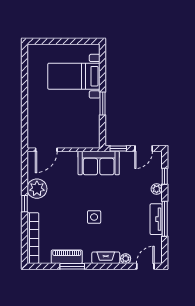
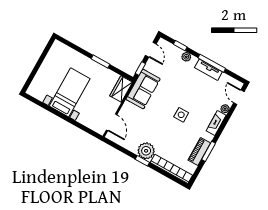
bed with nightstands: (74, 76) -> (70, 92), moved, turned 180
wardrobe: (86, 141) -> (121, 89), added
plant: (37, 189) -> (146, 151), moved

